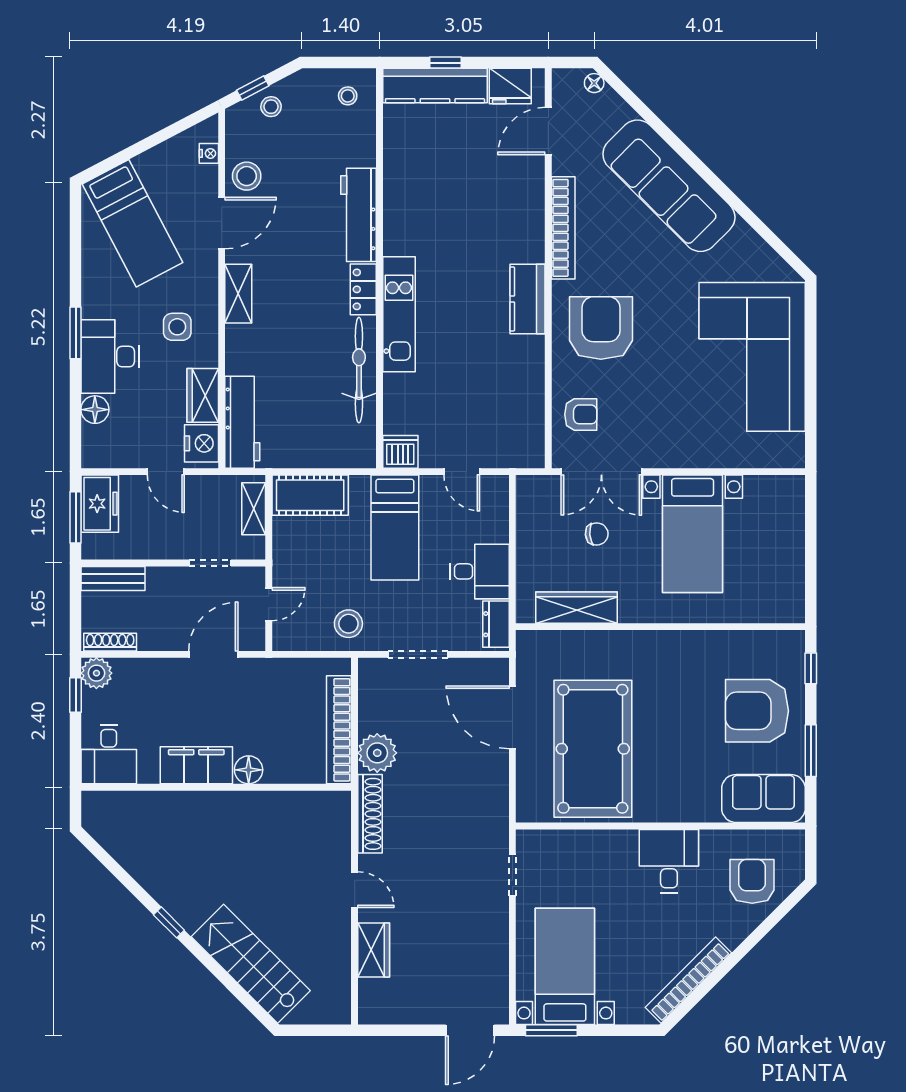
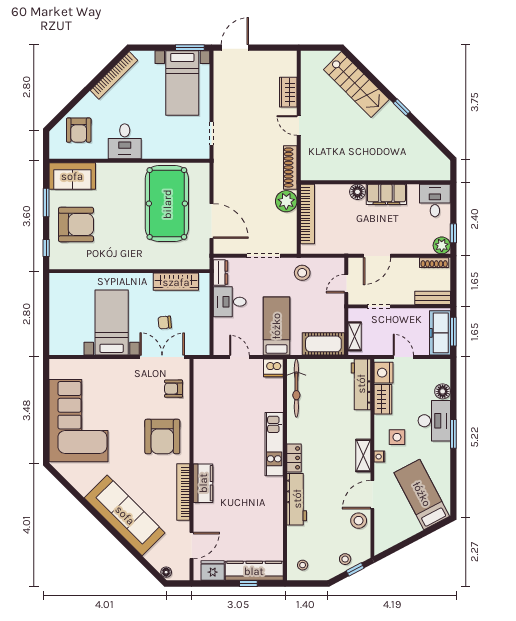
nightstand: (209, 153) -> (379, 457), moved
kitchen counter: (528, 299) -> (203, 483), moved
bicycle: (359, 370) -> (296, 388), moved
freezer: (100, 504) -> (440, 333), width x1.40

